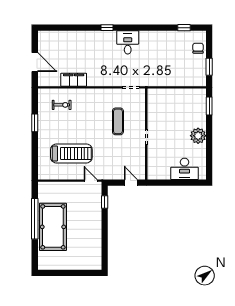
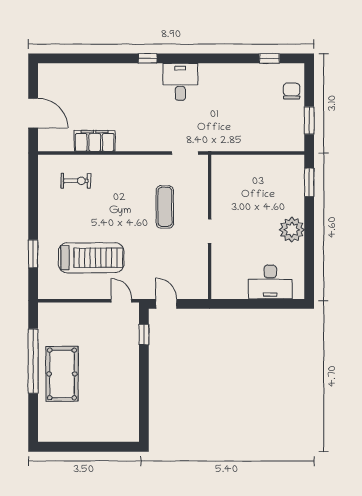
window: (35, 123) -> (33, 254), moved
door: (131, 183) -> (166, 304), moved
pool table: (53, 227) -> (62, 374), width x0.73, depth x0.76

